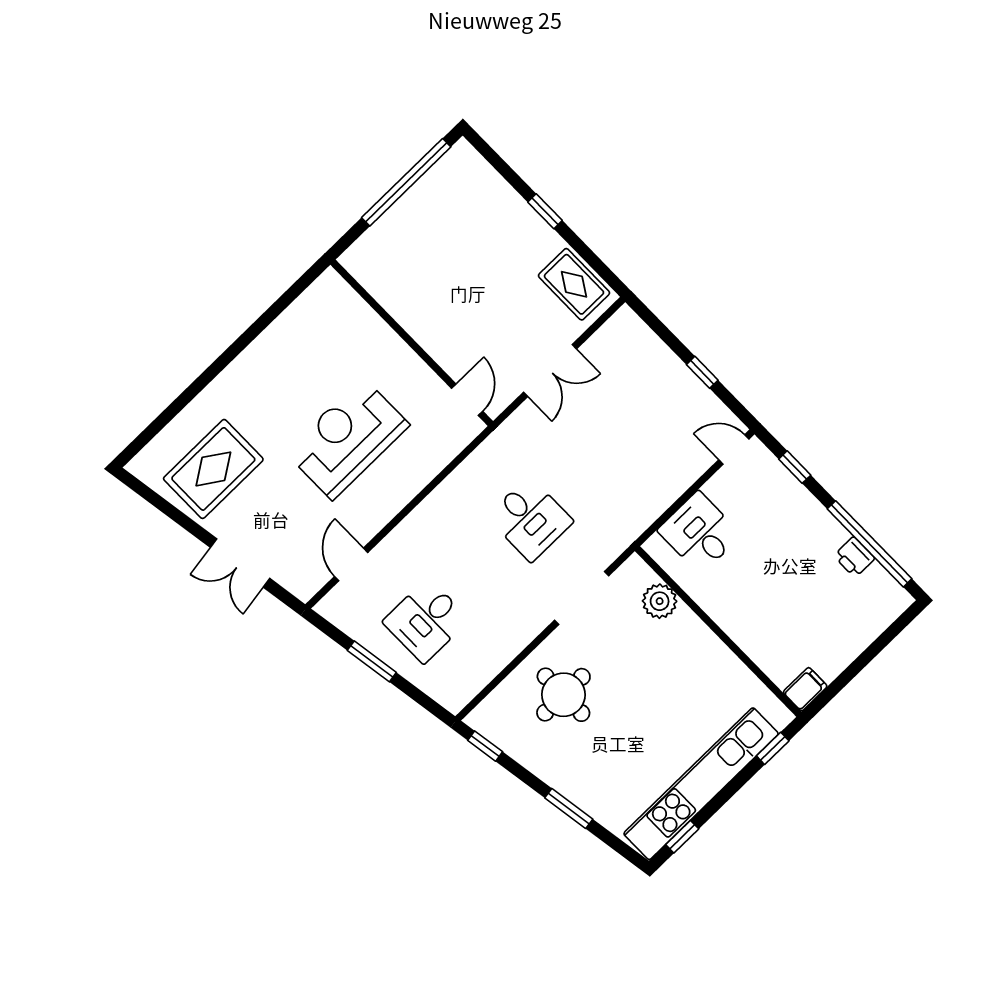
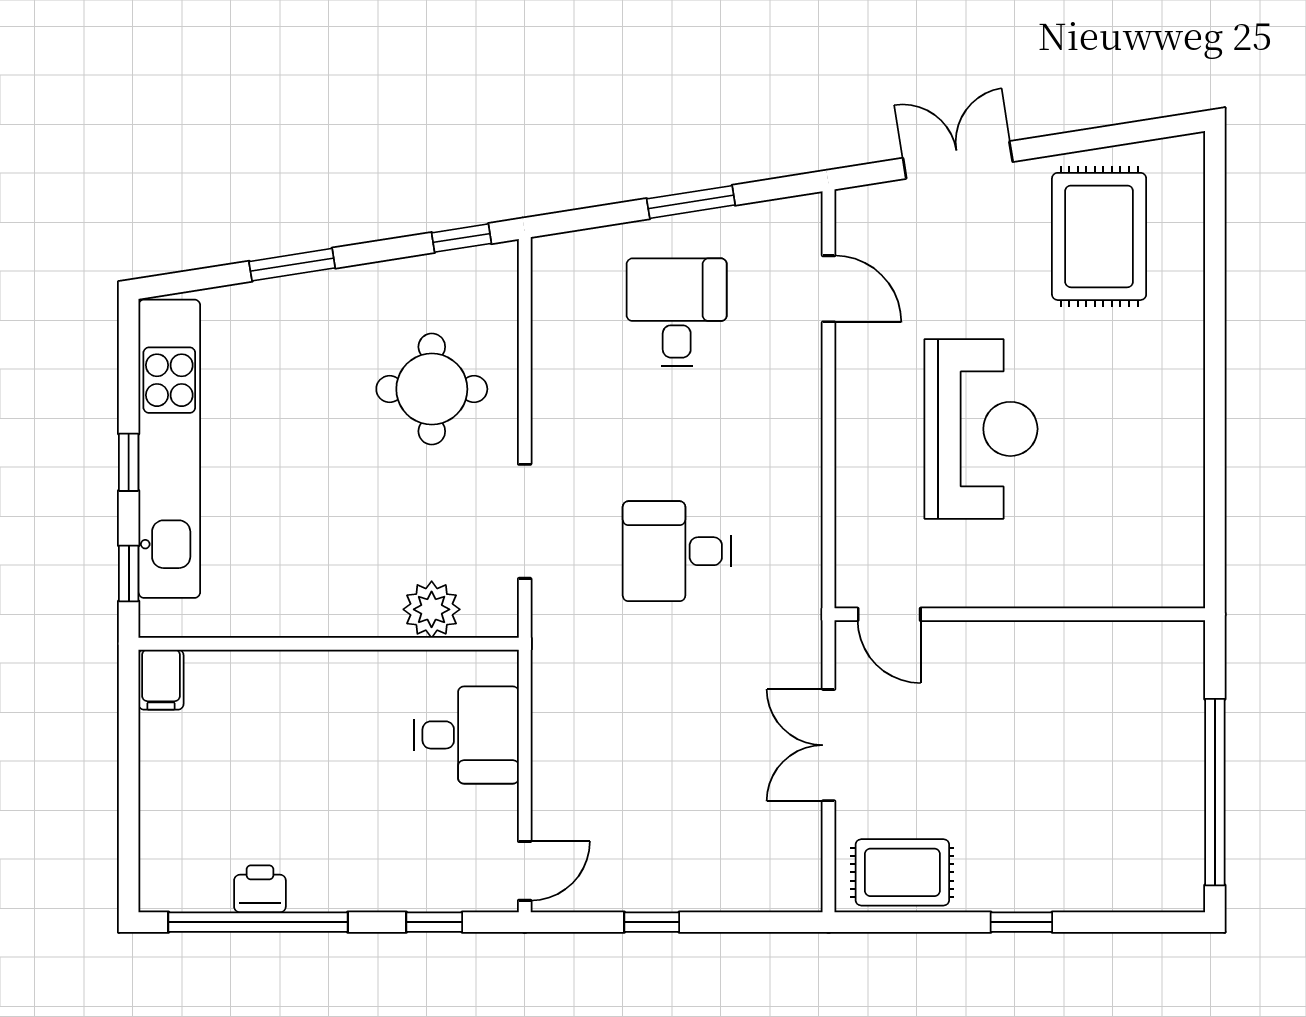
window: (682, 837) -> (129, 462), moved

